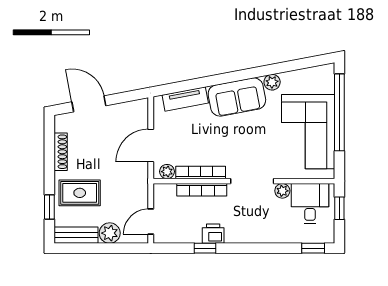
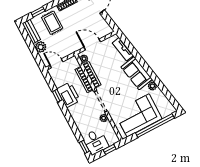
desk: (310, 204) -> (96, 142), moved, turned 90
printer: (213, 234) -> (68, 95), width x1.87, depth x1.48

